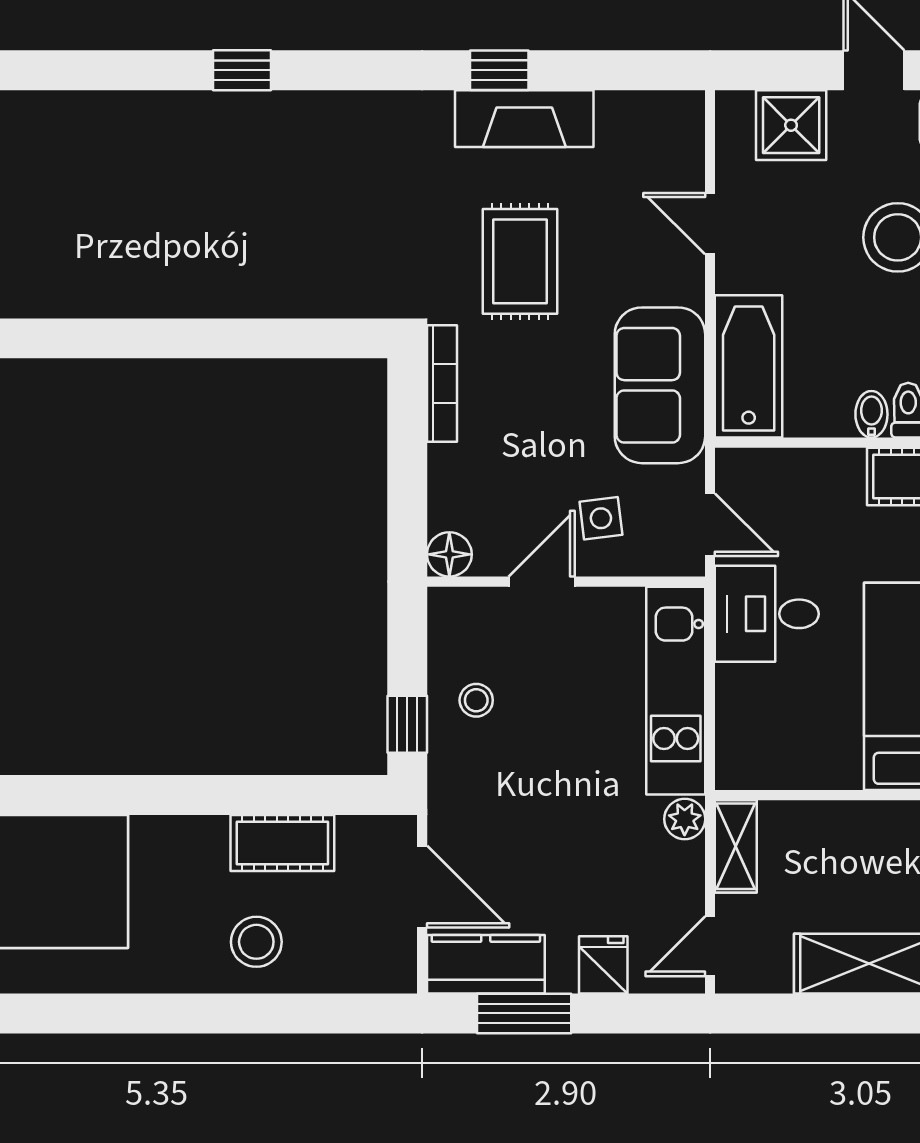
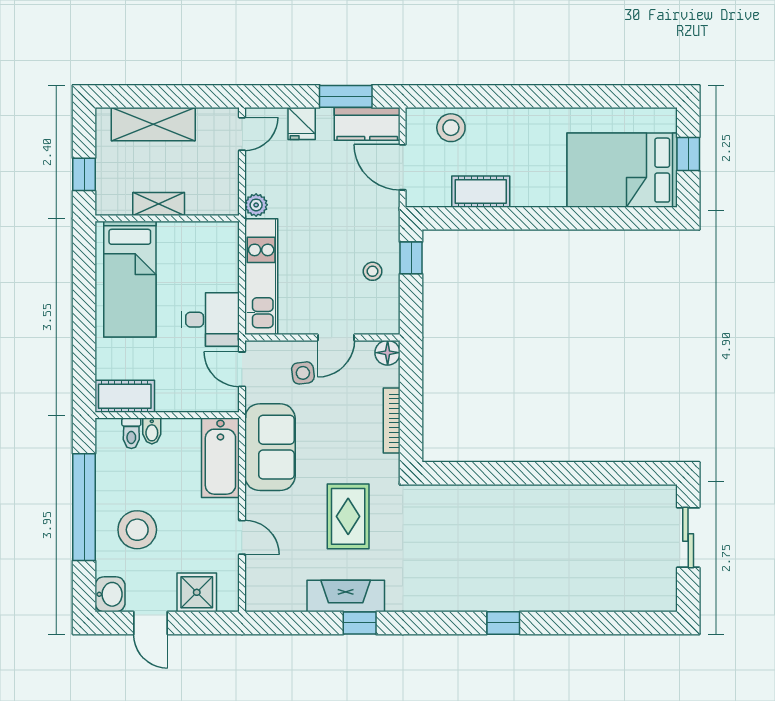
bookcase: (442, 383) -> (392, 421), moved
shelving: (736, 846) -> (159, 204), moved, turned 90
stool: (256, 942) -> (451, 128), moved

